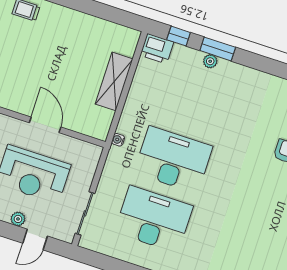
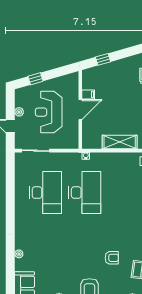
filing cabinet: (26, 105) -> (88, 94), added

